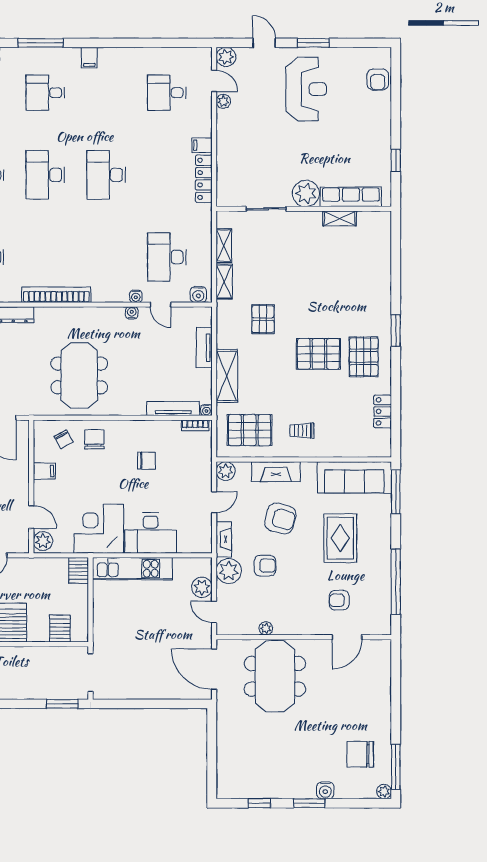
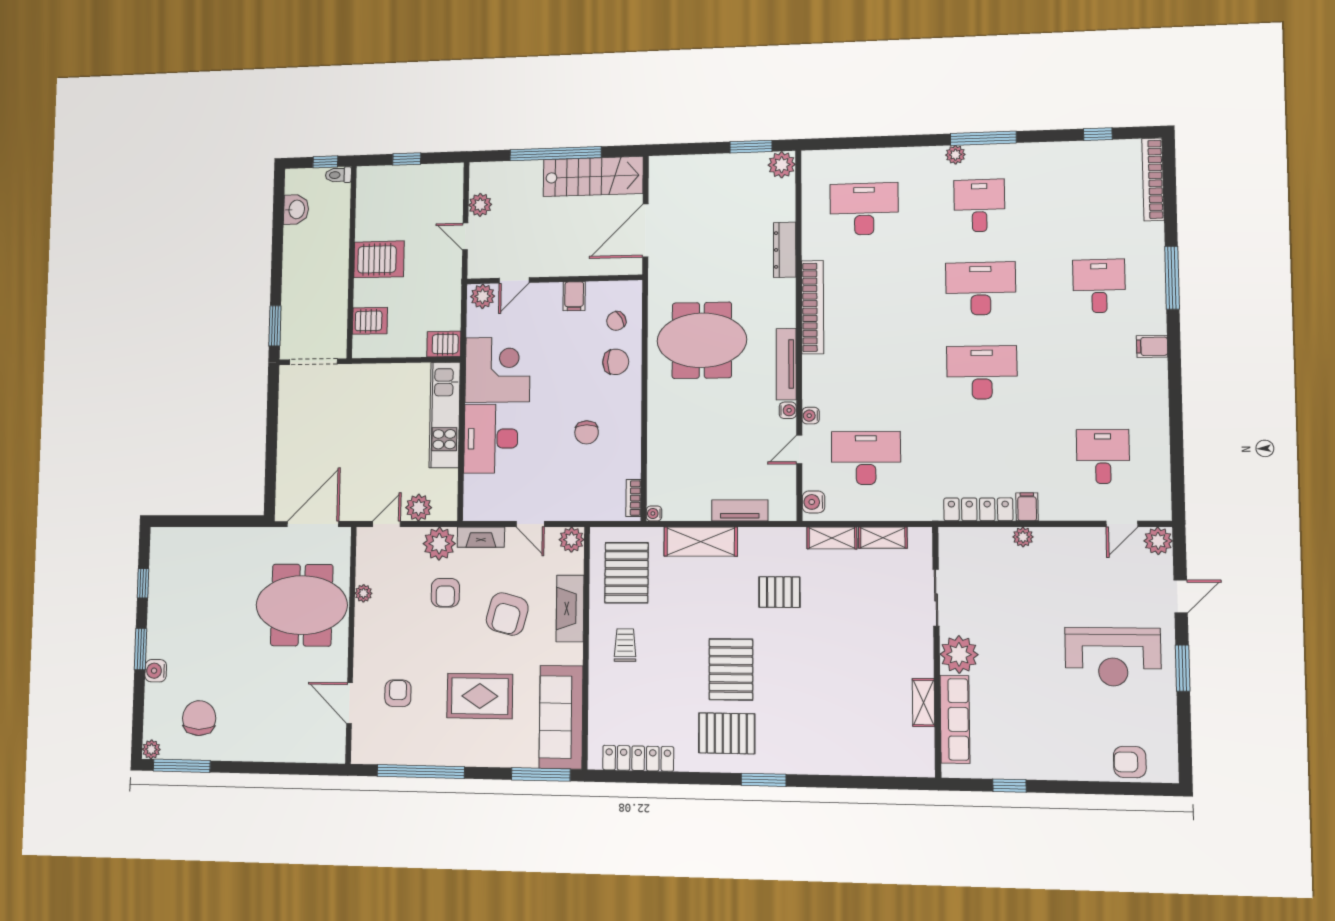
plant: (223, 101) -> (1023, 537), moved
tv unit: (173, 409) -> (786, 364), moved, turned 180
locker: (383, 411) -> (638, 758), width x1.53

